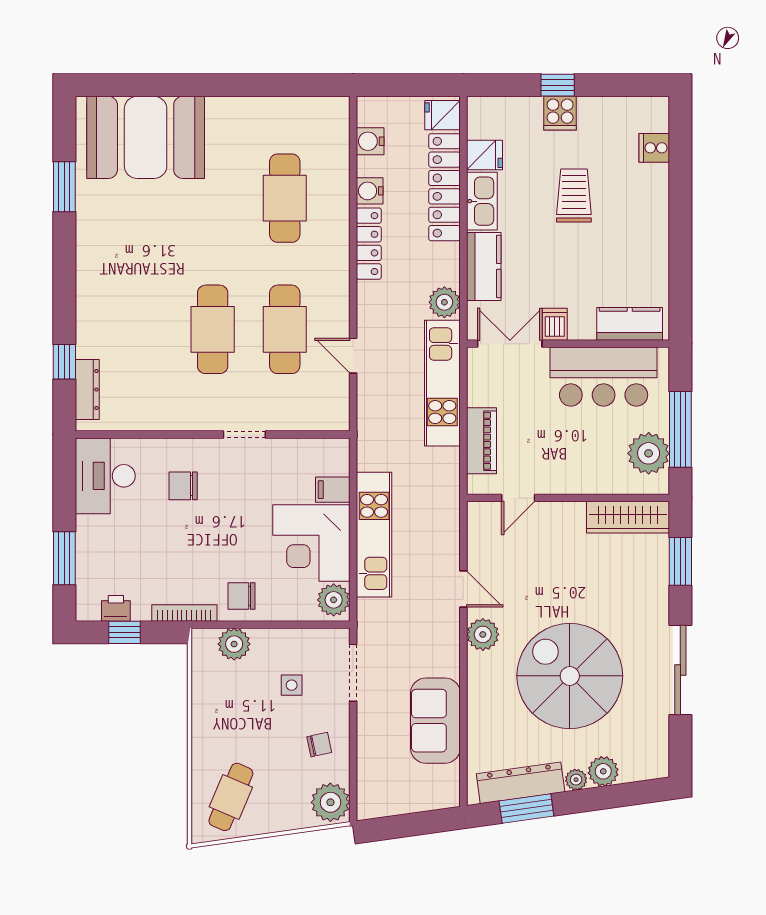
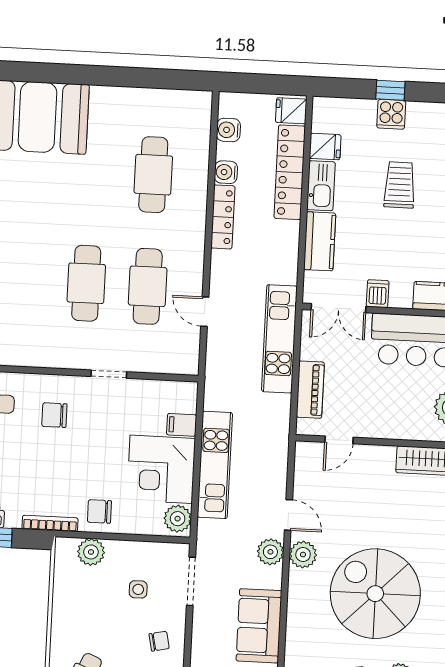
plant: (444, 302) -> (270, 552), moved
double door: (510, 344) -> (339, 308), swing flipped

